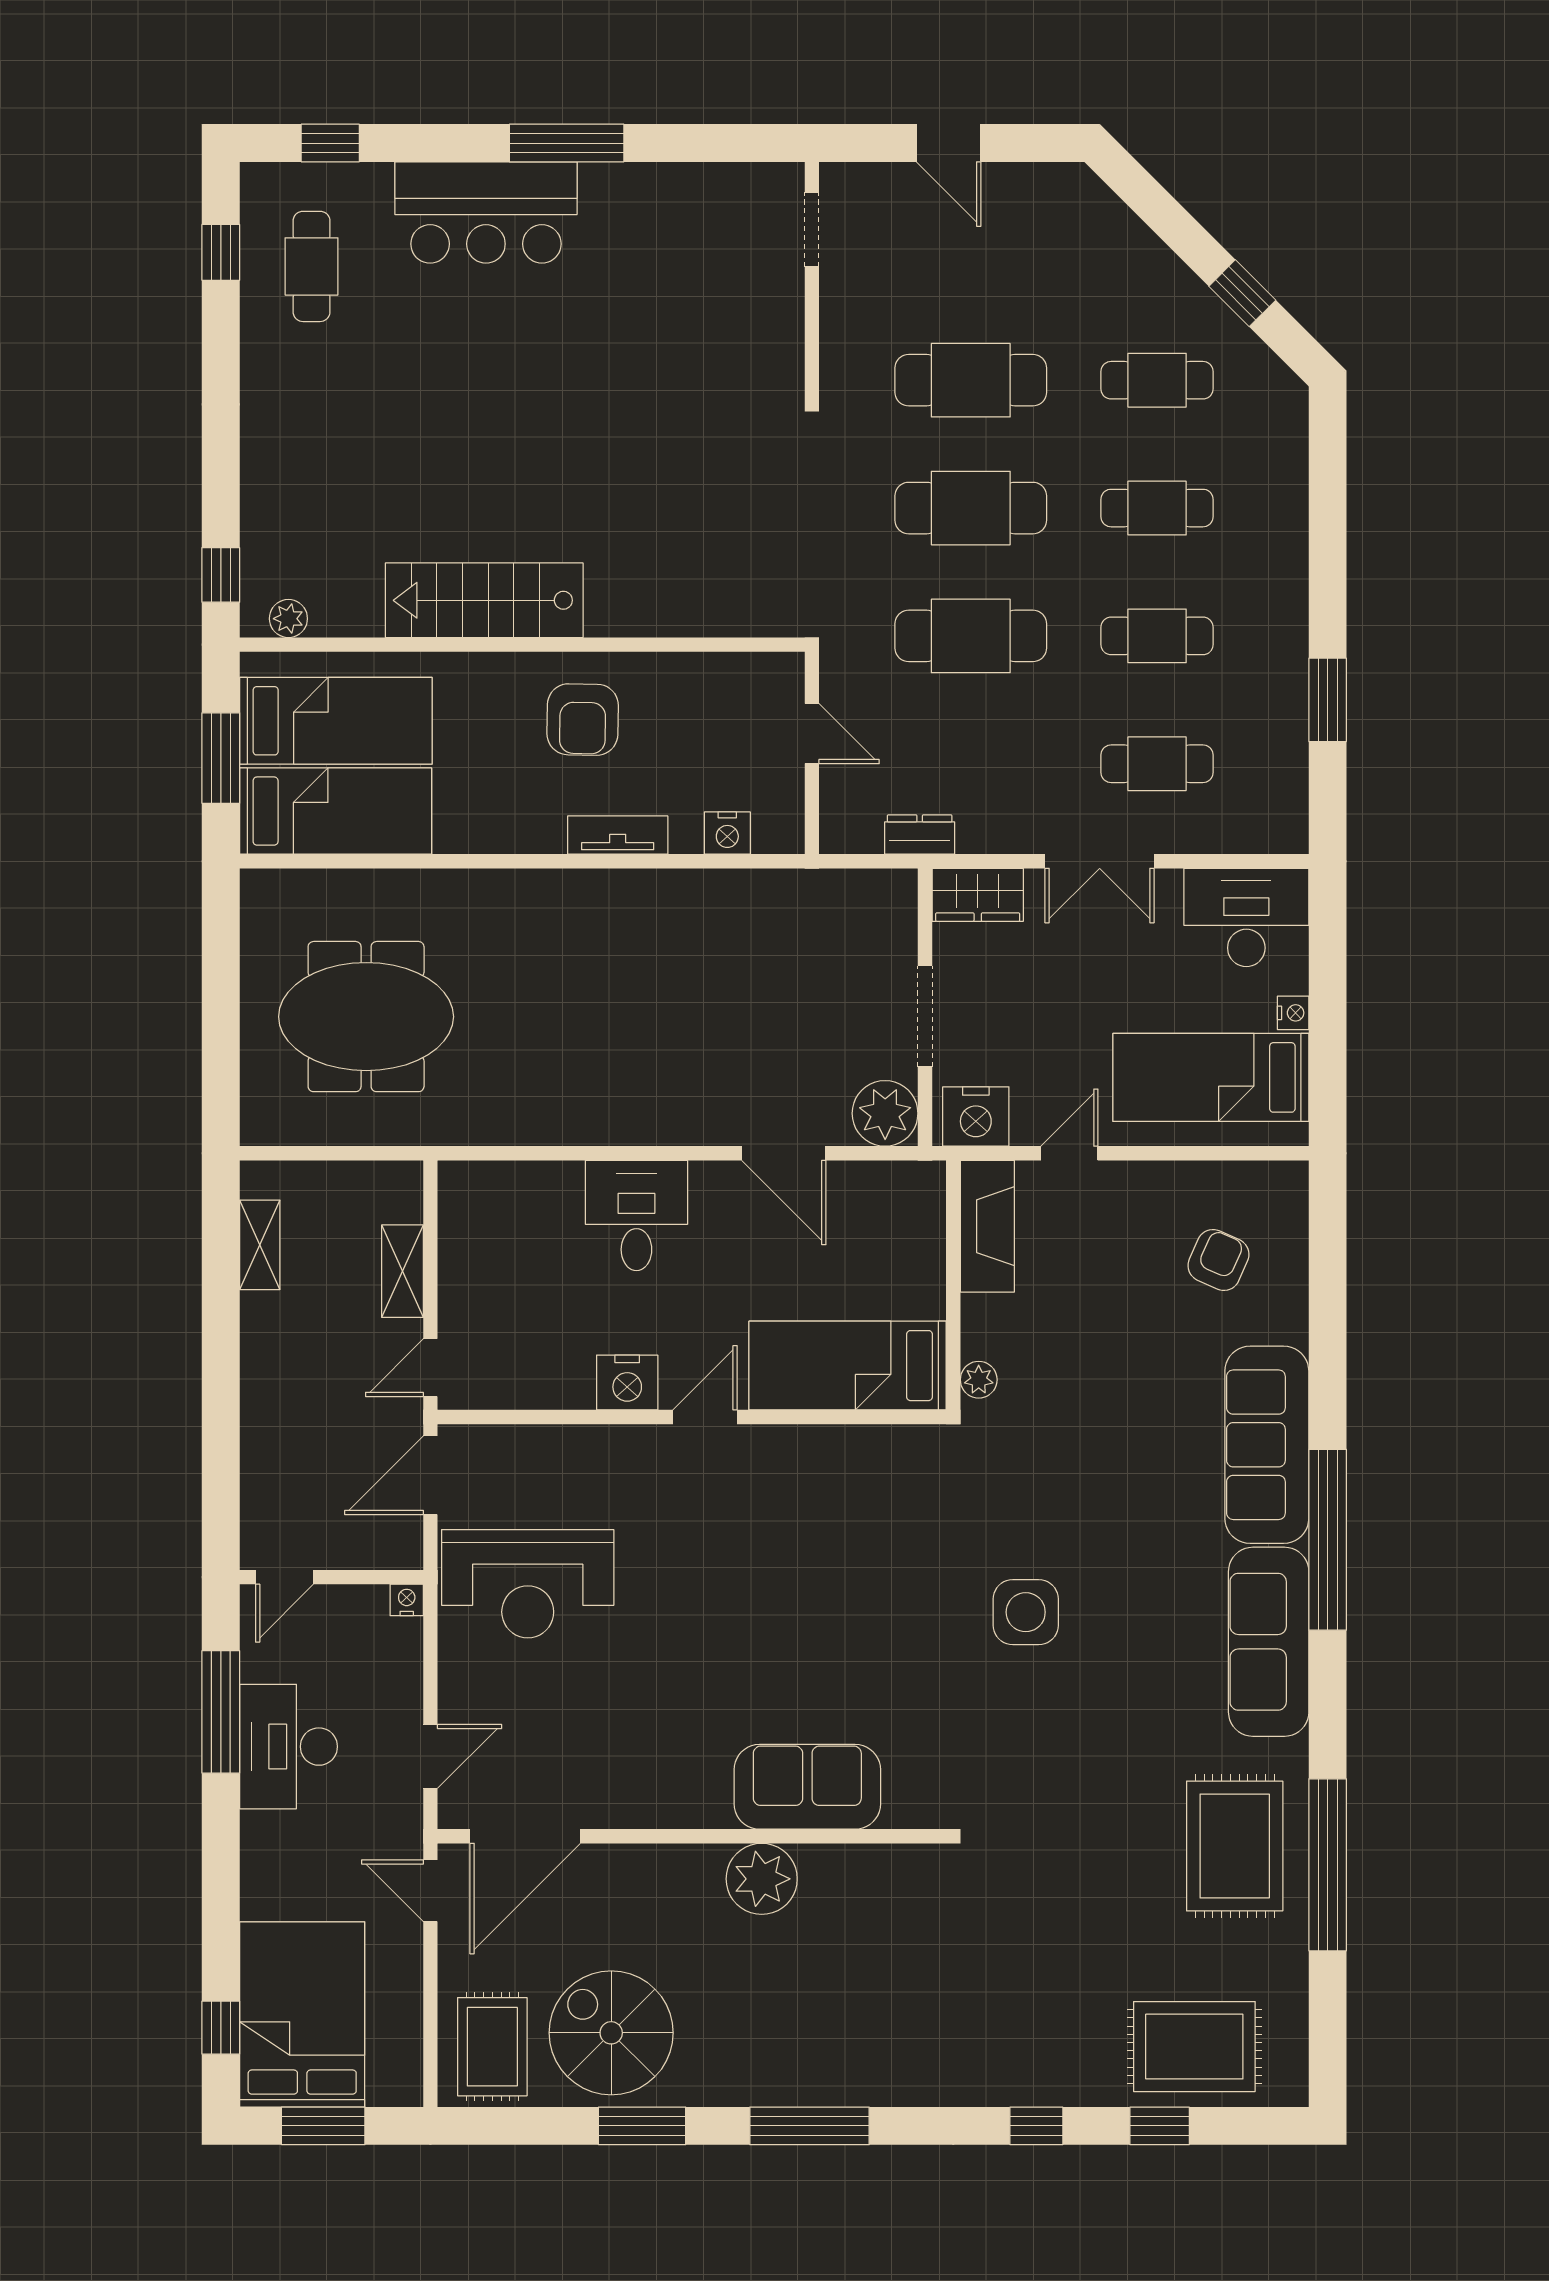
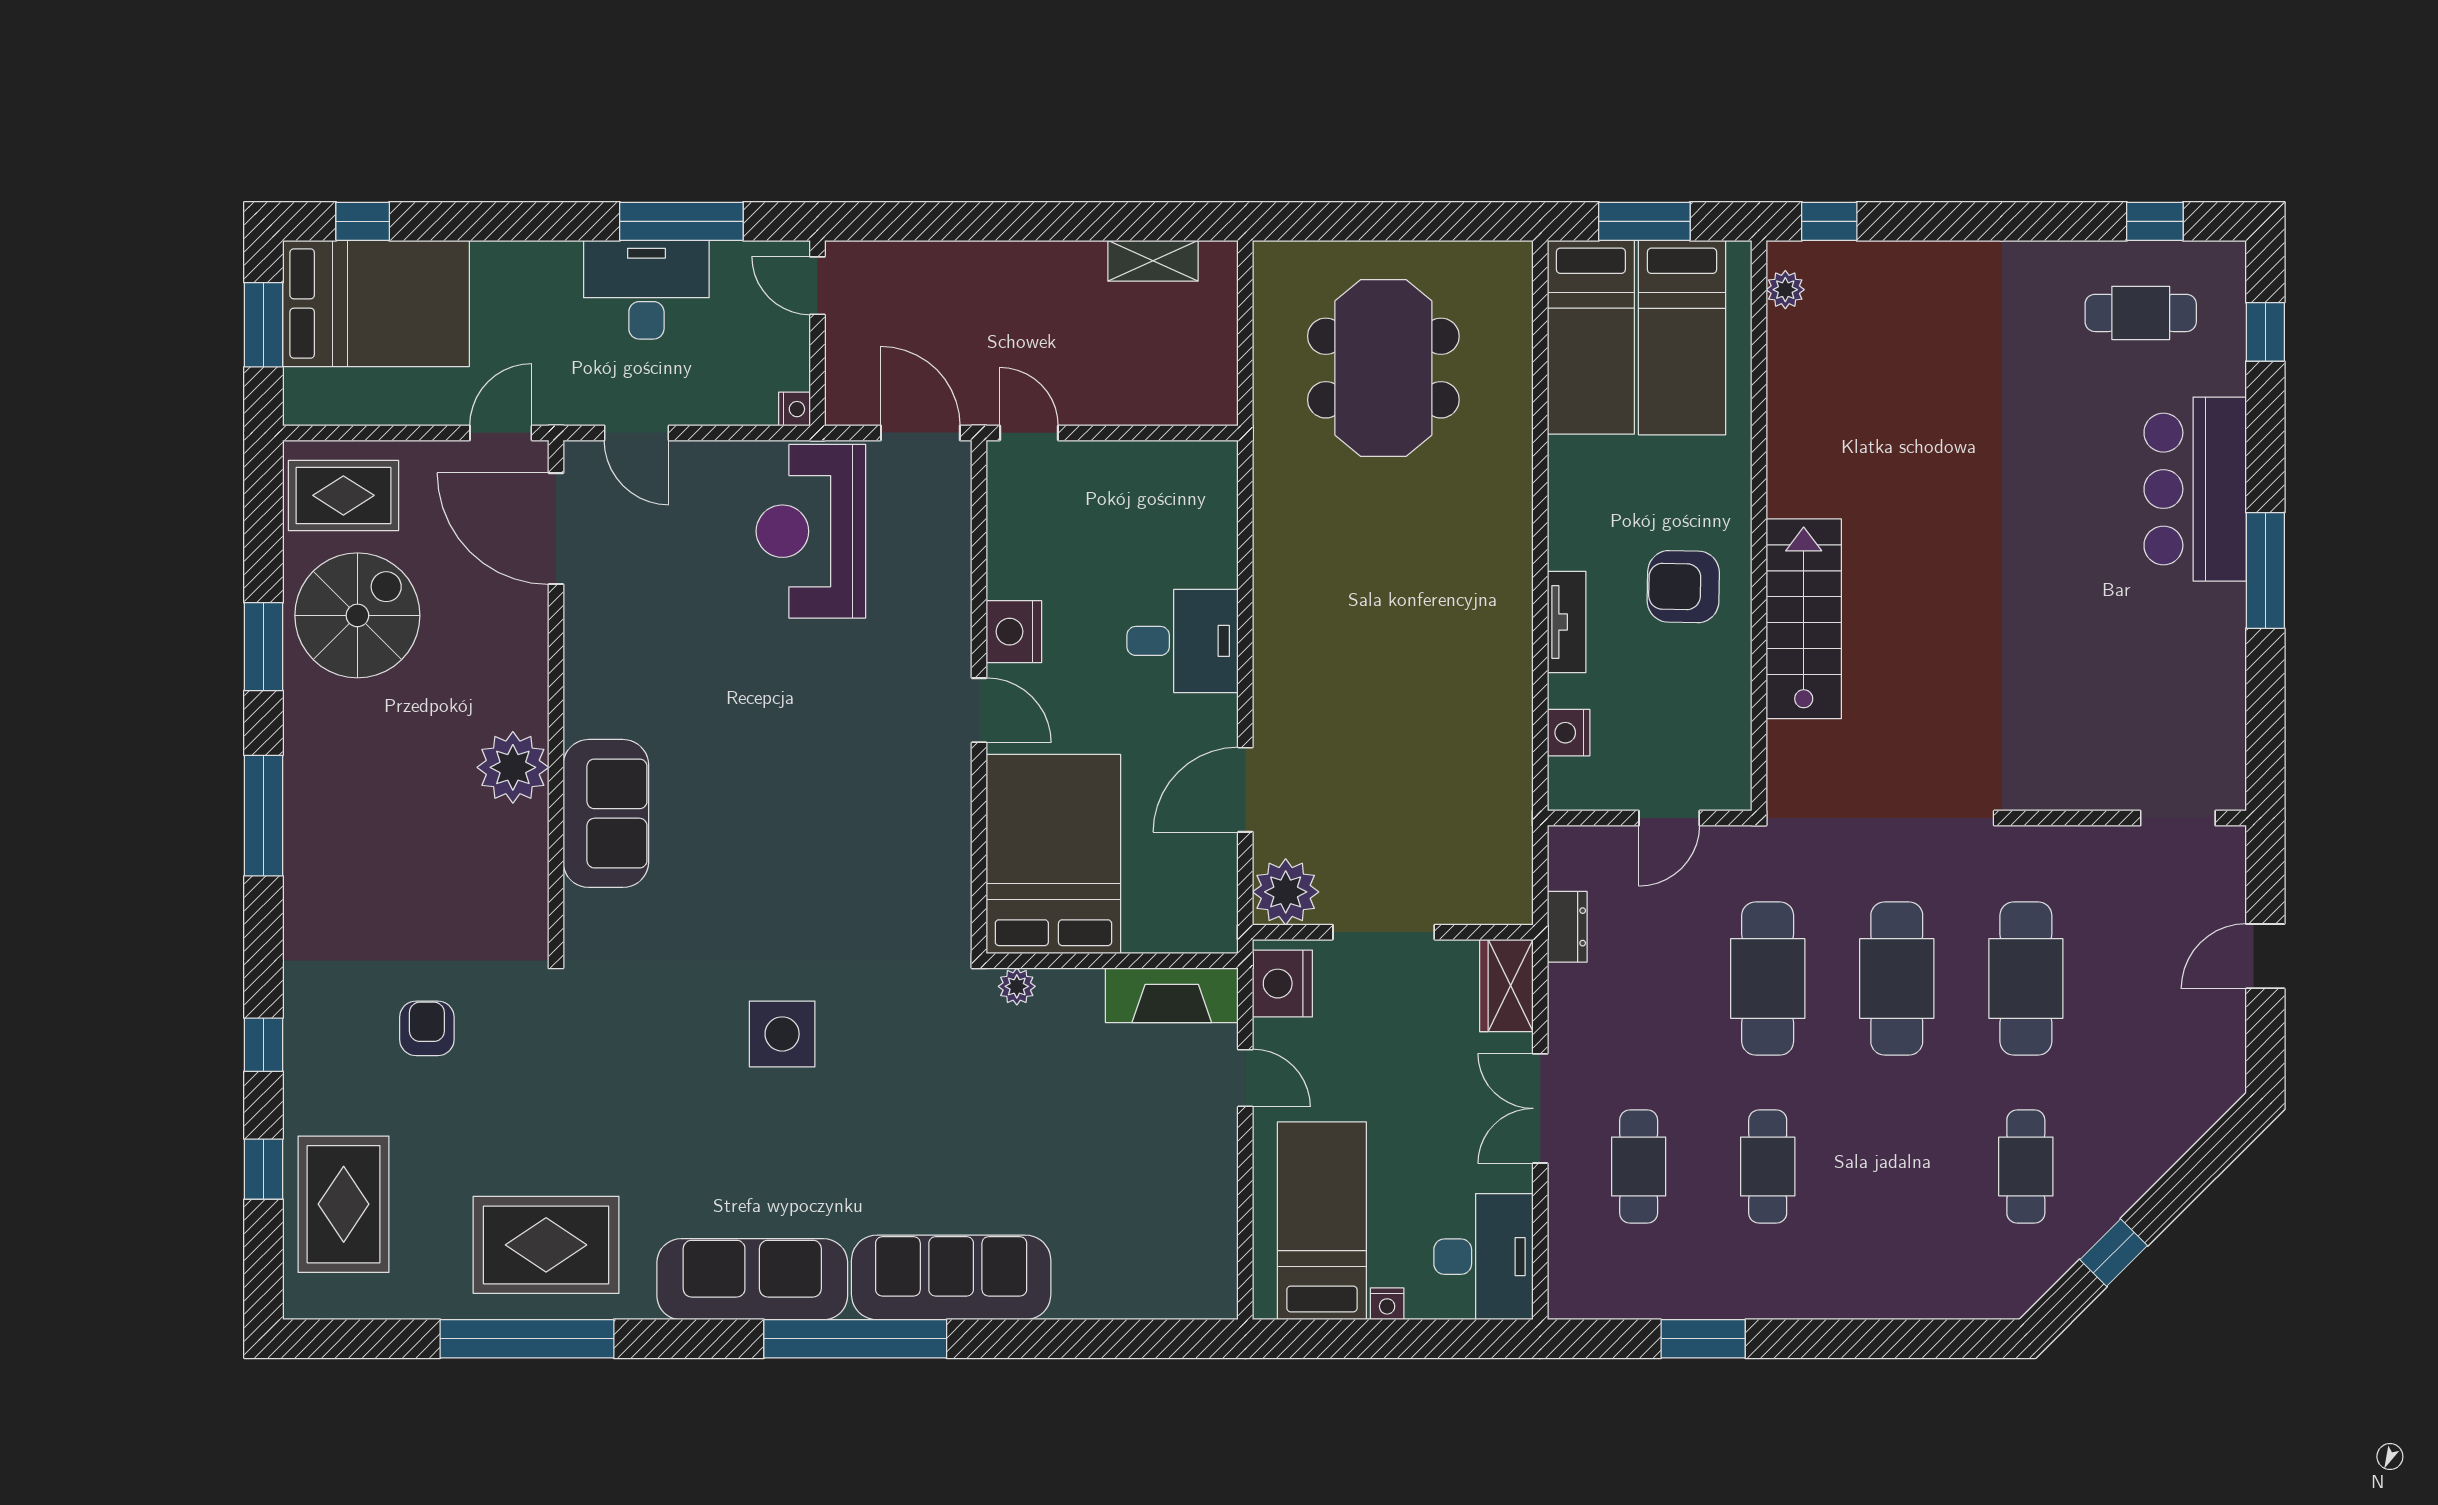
cafe table: (1157, 508) -> (1897, 1167), removed
stairs: (484, 600) -> (1804, 619), moved
armchair: (1218, 1260) -> (427, 1028), moved, turned -114
shelving: (403, 1271) -> (1126, 405), removed
bed: (848, 1366) -> (1053, 854), width x1.50

